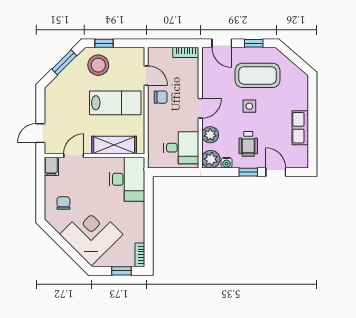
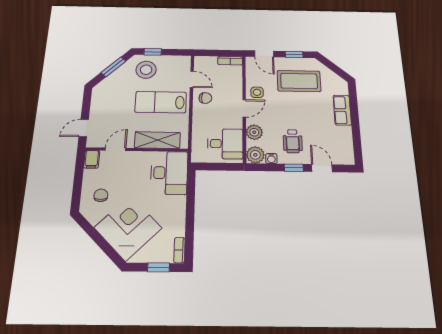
lab bench: (115, 103) -> (161, 102), turned 180
side table: (249, 106) -> (257, 92), moved
row of seats: (300, 128) -> (342, 110), moved

